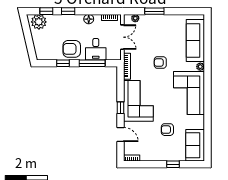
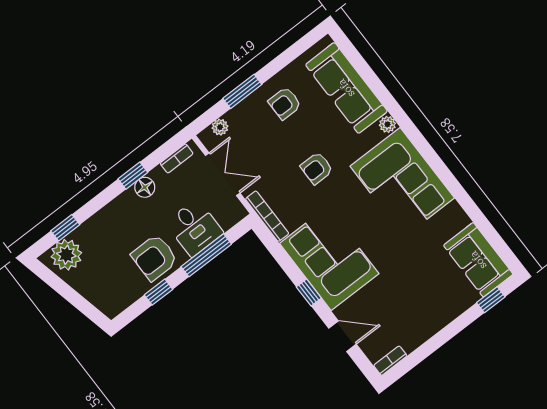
window: (68, 11) -> (133, 176), moved
armchair: (167, 130) -> (285, 103), moved
window: (173, 164) -> (491, 300), moved

